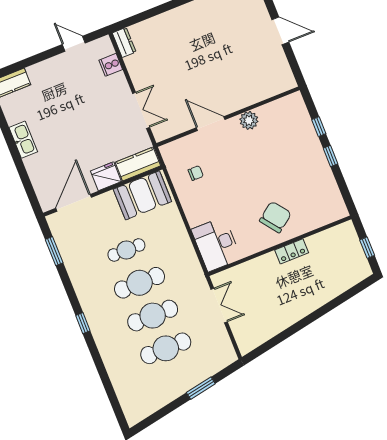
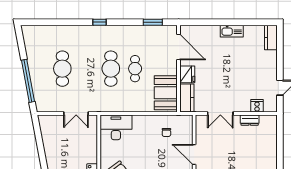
dresser: (124, 42) -> (250, 120), moved
door: (211, 124) -> (194, 155), swing flipped
cafe table: (153, 316) -> (87, 69), removed
window: (201, 388) -> (28, 81), width x2.11

